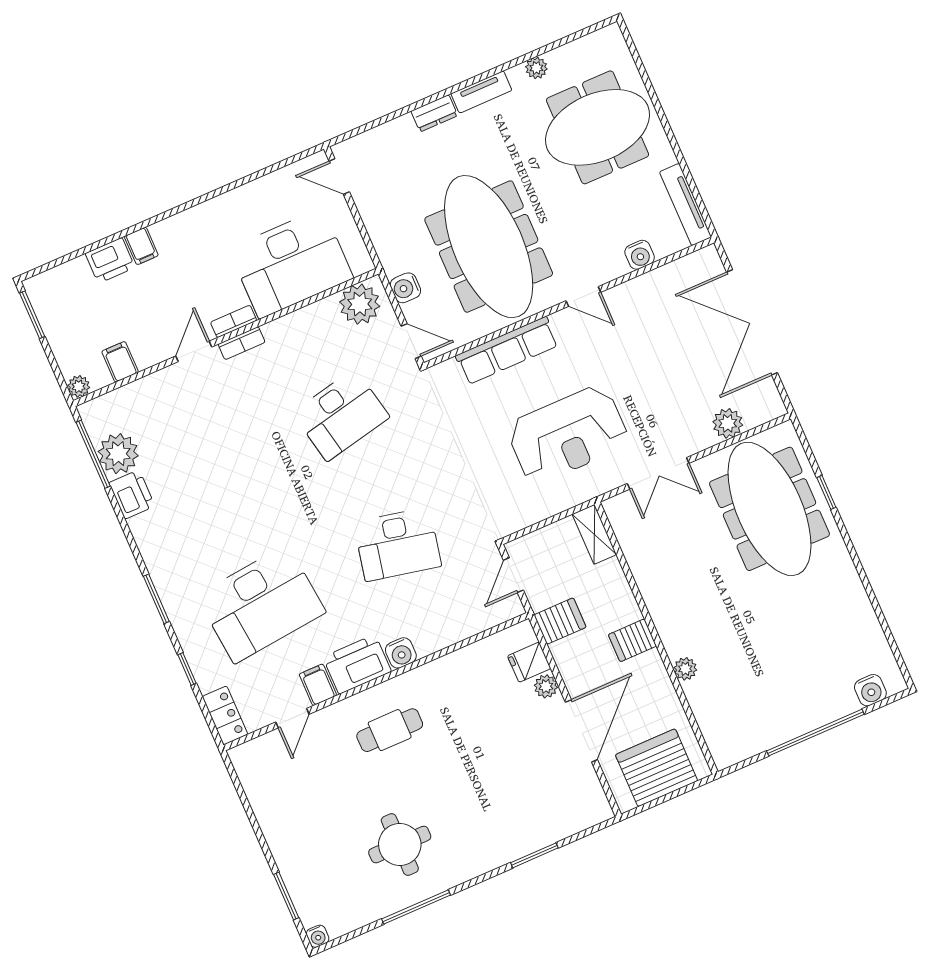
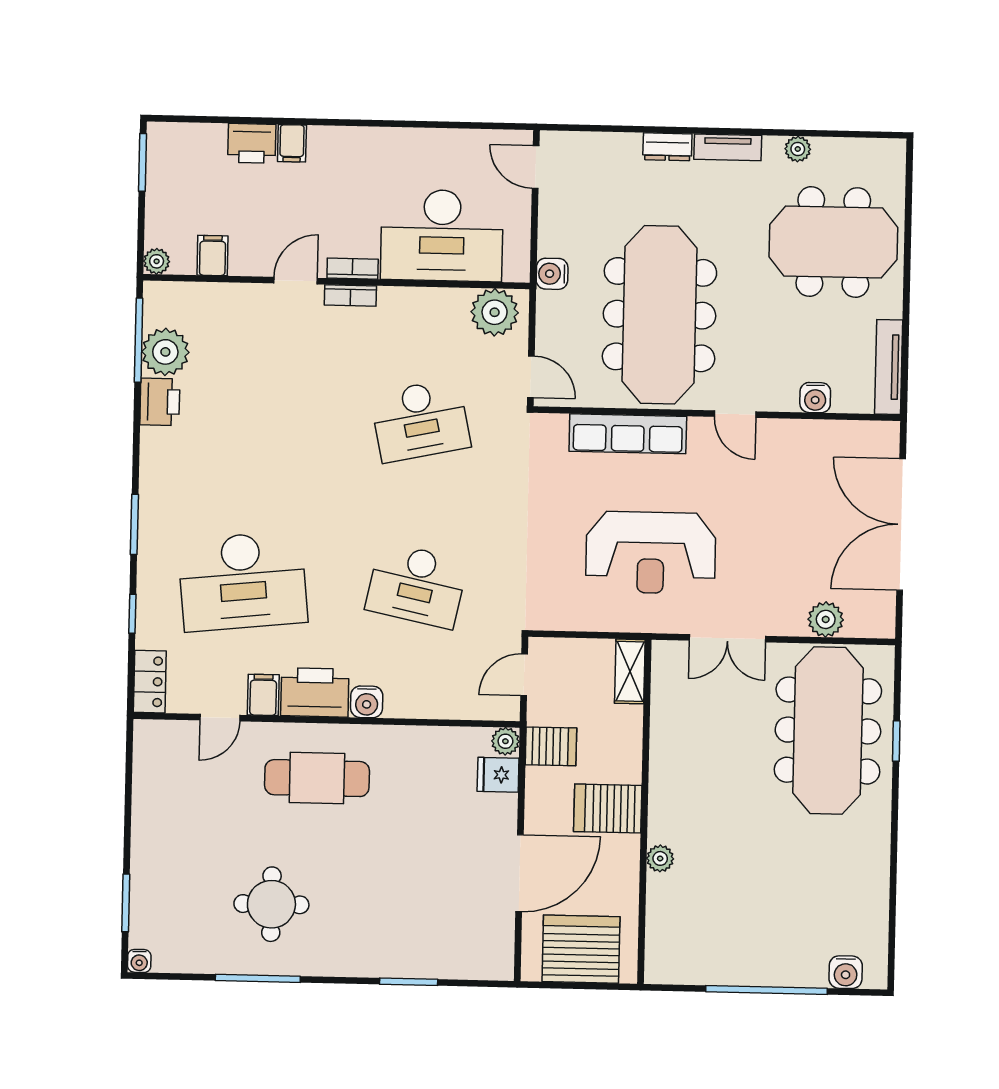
water cooler: (405, 288) -> (552, 274), moved
server rack: (632, 640) -> (608, 808), width x1.36, depth x1.44
plant: (546, 686) -> (505, 741), moved
cafe table: (390, 730) -> (317, 778), width x1.37, depth x1.35

